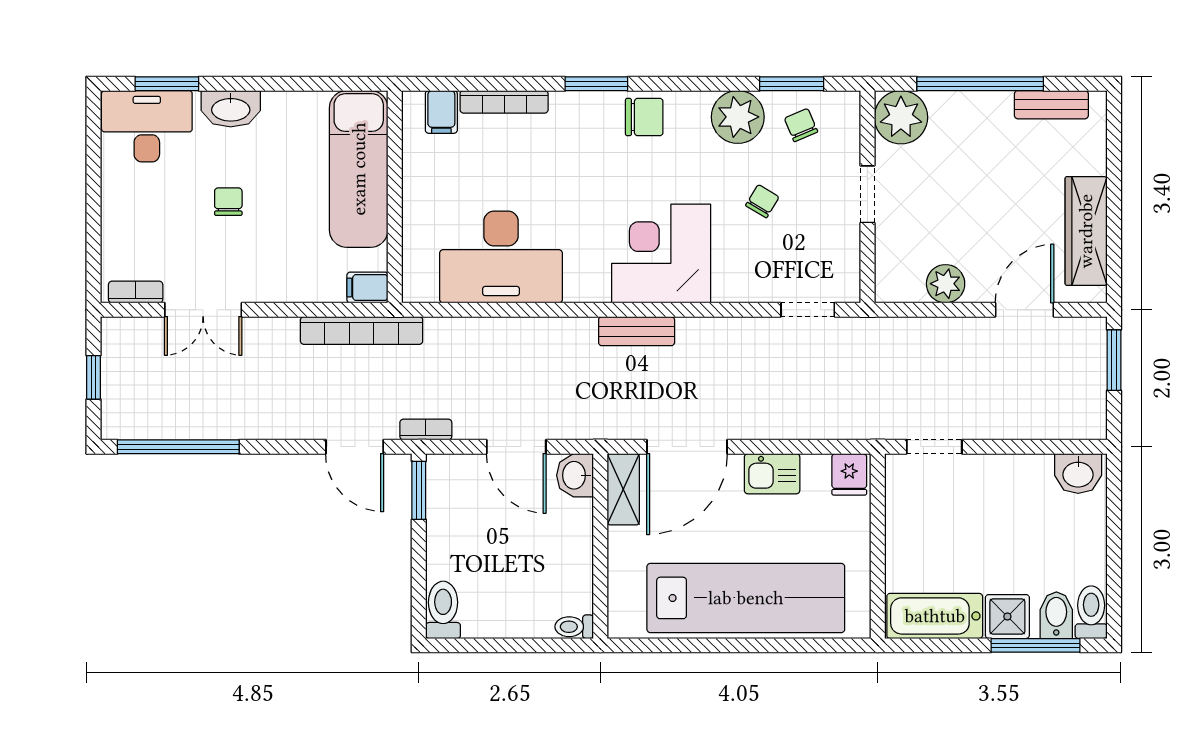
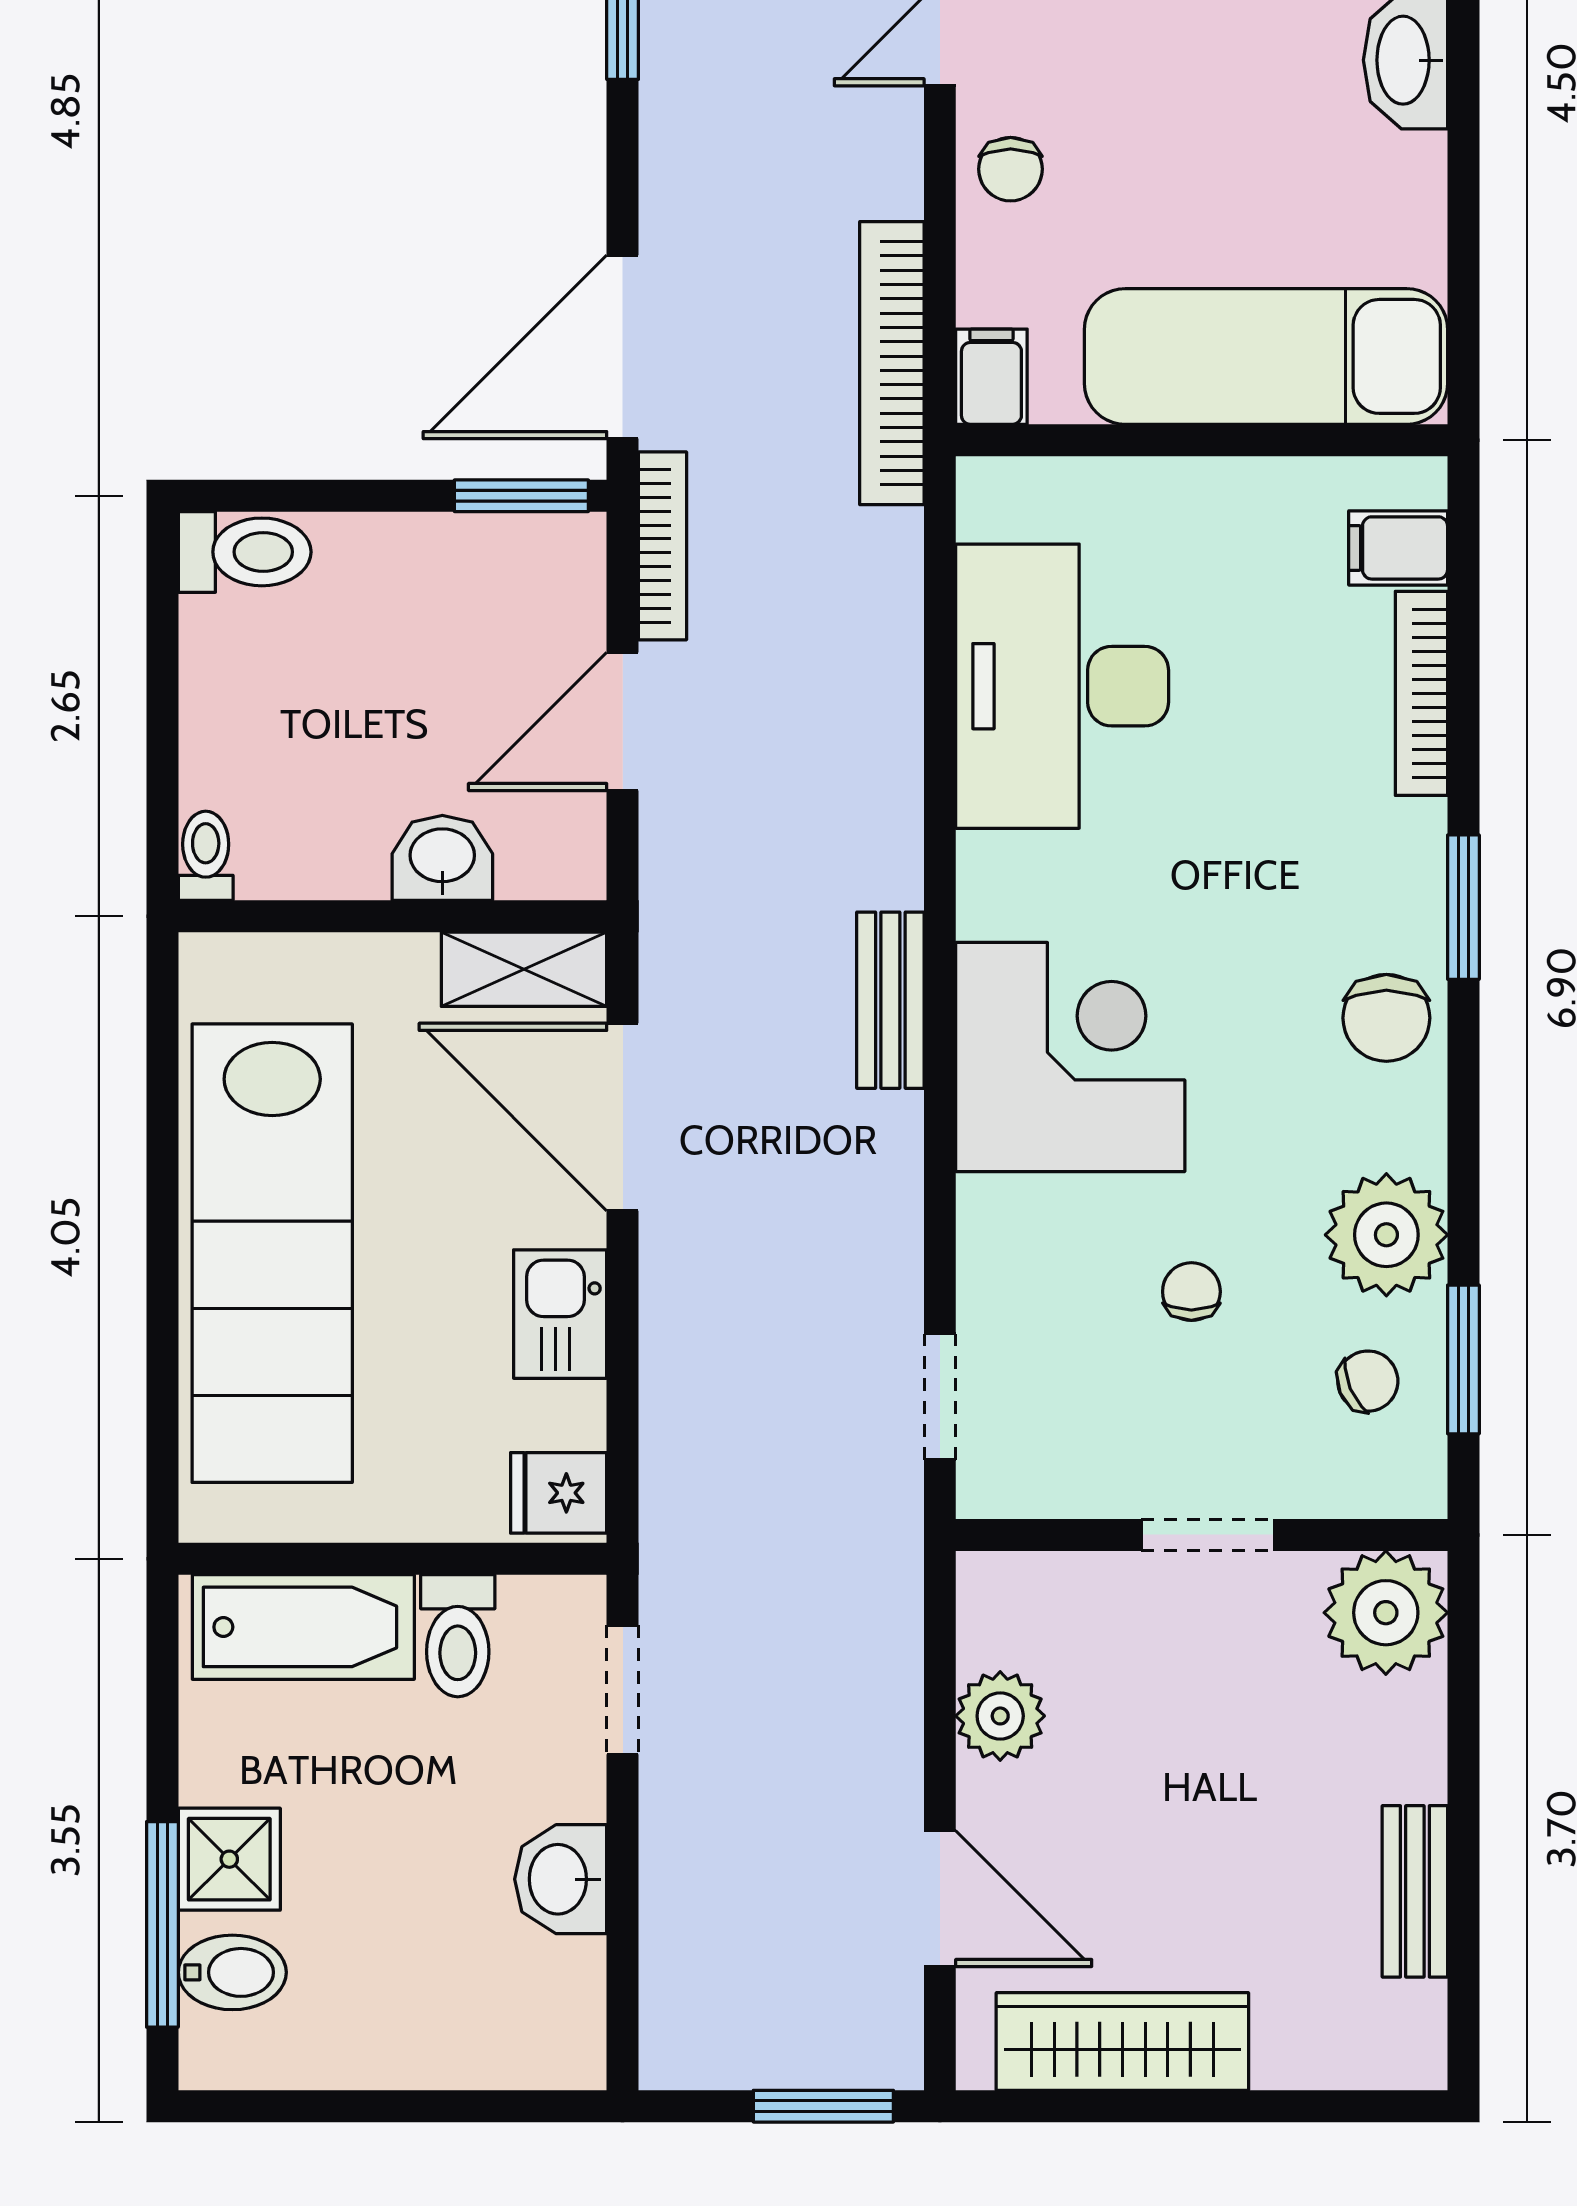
window: (980, 84) -> (1463, 1796), removed
bench: (1051, 105) -> (1415, 1891), moved
chair: (762, 201) -> (1191, 1292), turned -121
chair: (228, 202) -> (1011, 169), moved, turned 90
bookcase: (426, 430) -> (662, 546), width x1.56
door: (355, 447) -> (623, 347), width x1.36
washbasin: (1078, 473) -> (561, 1879), moved
washbasin: (575, 475) -> (442, 858), moved
toilet: (1091, 612) -> (458, 1636), moved, turned 90
bathtub: (935, 616) -> (303, 1627), moved, turned 90

